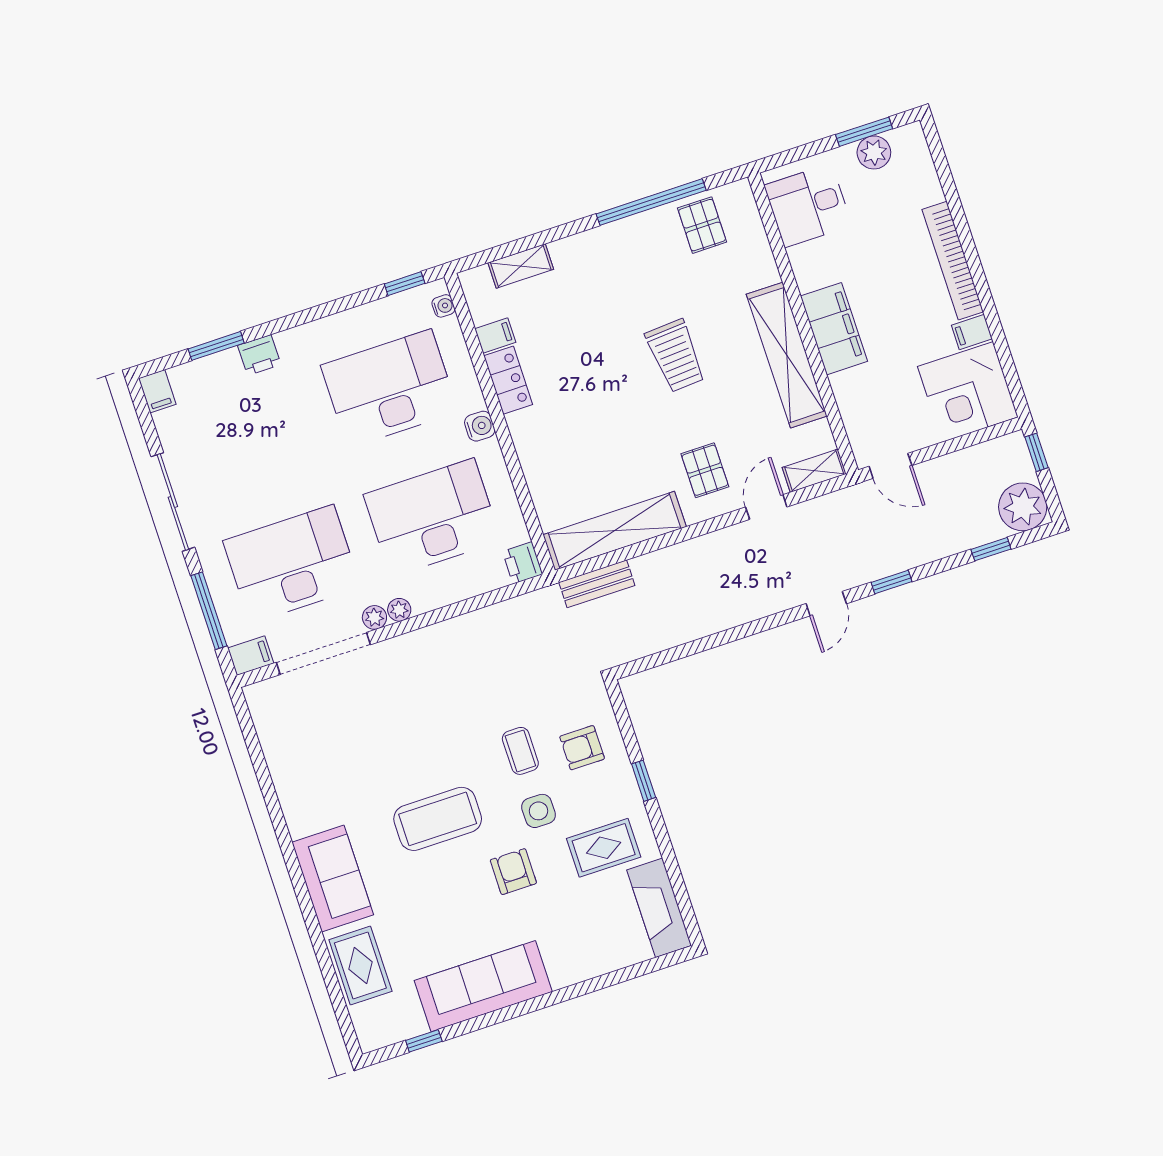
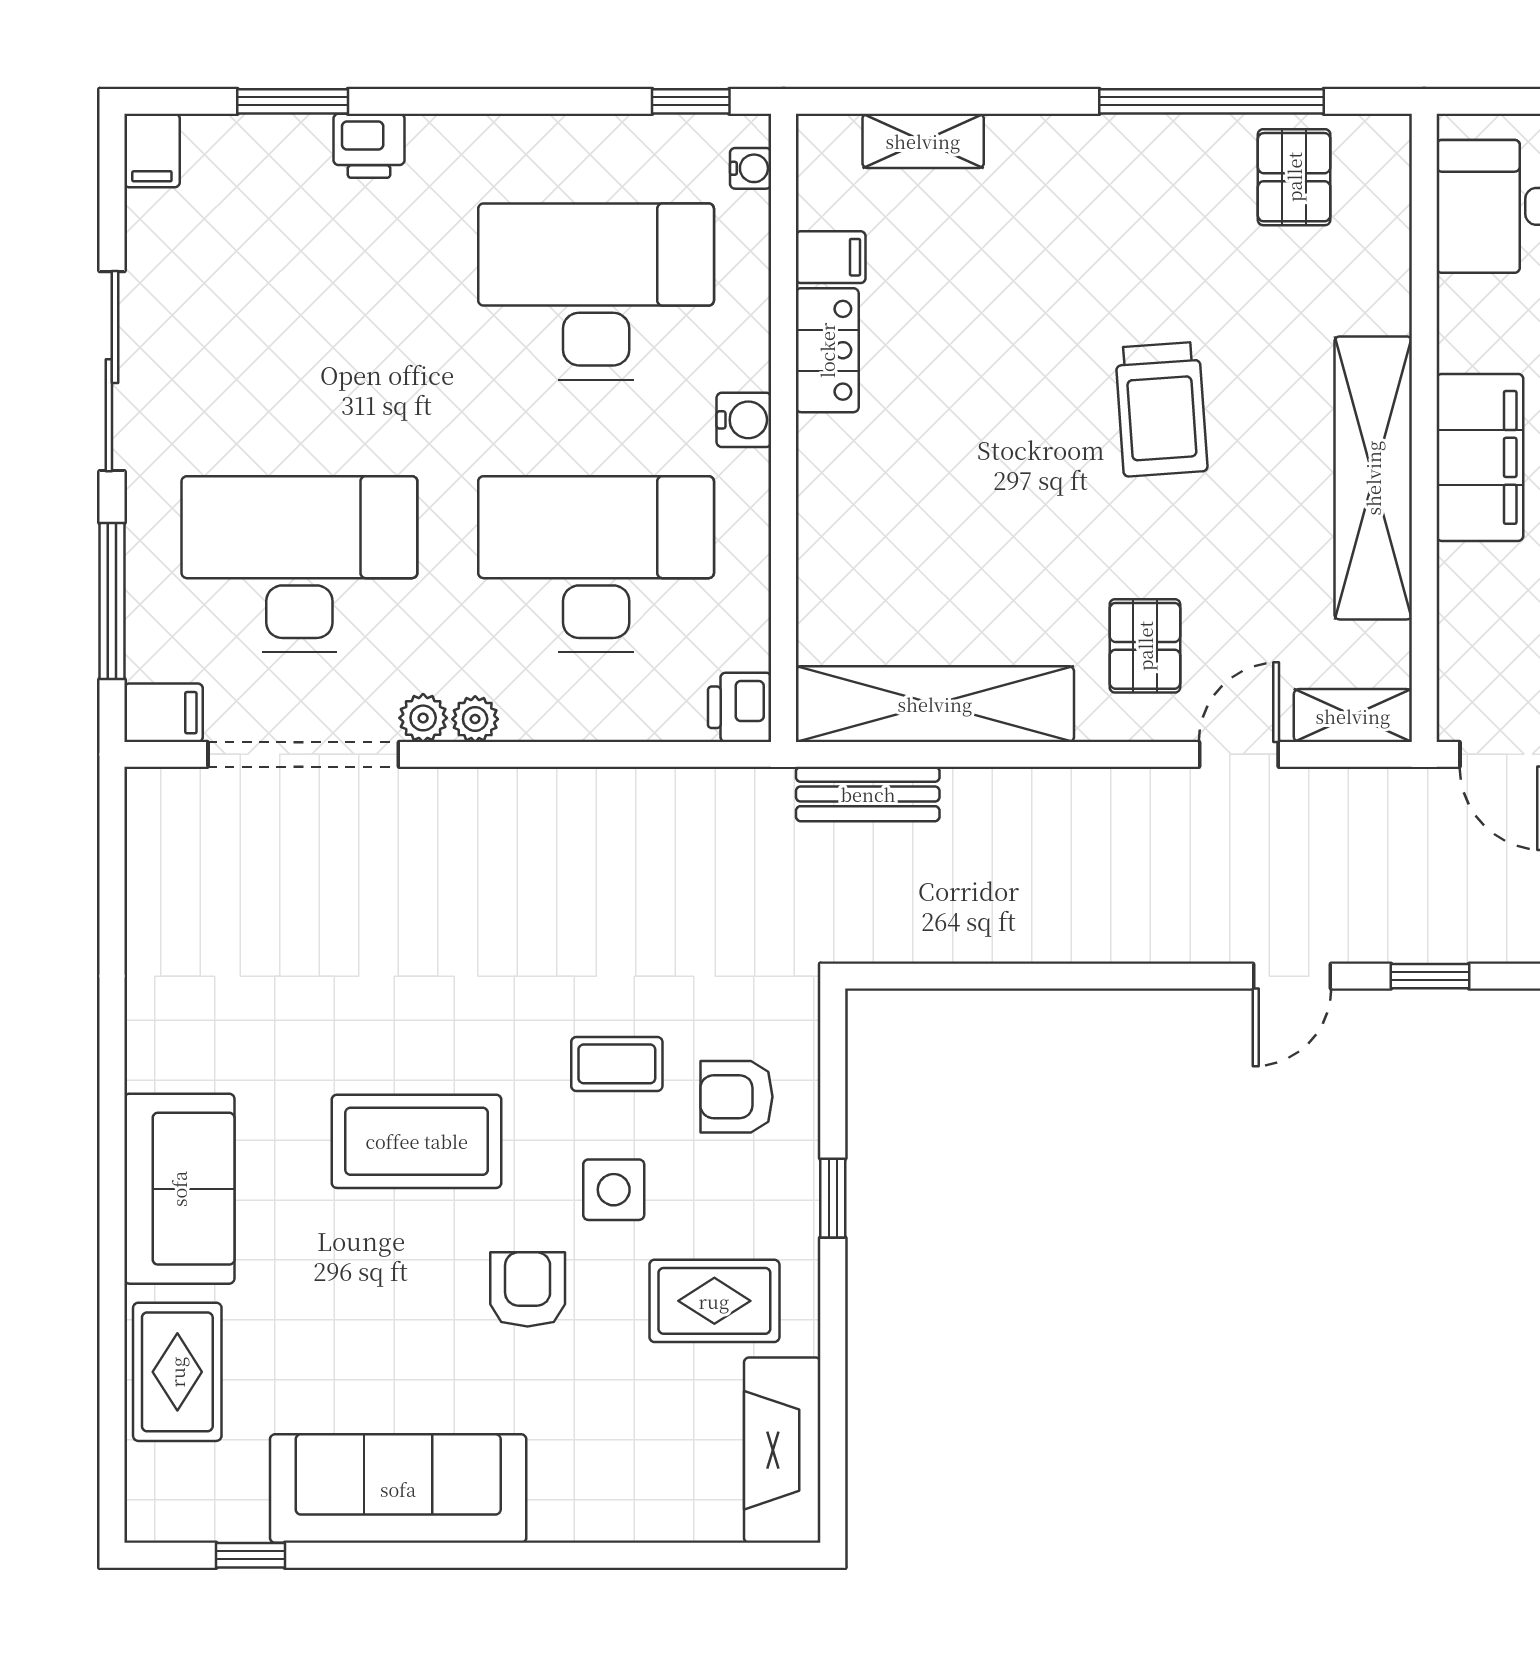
coffee table: (520, 751) -> (617, 1064), turned 90

